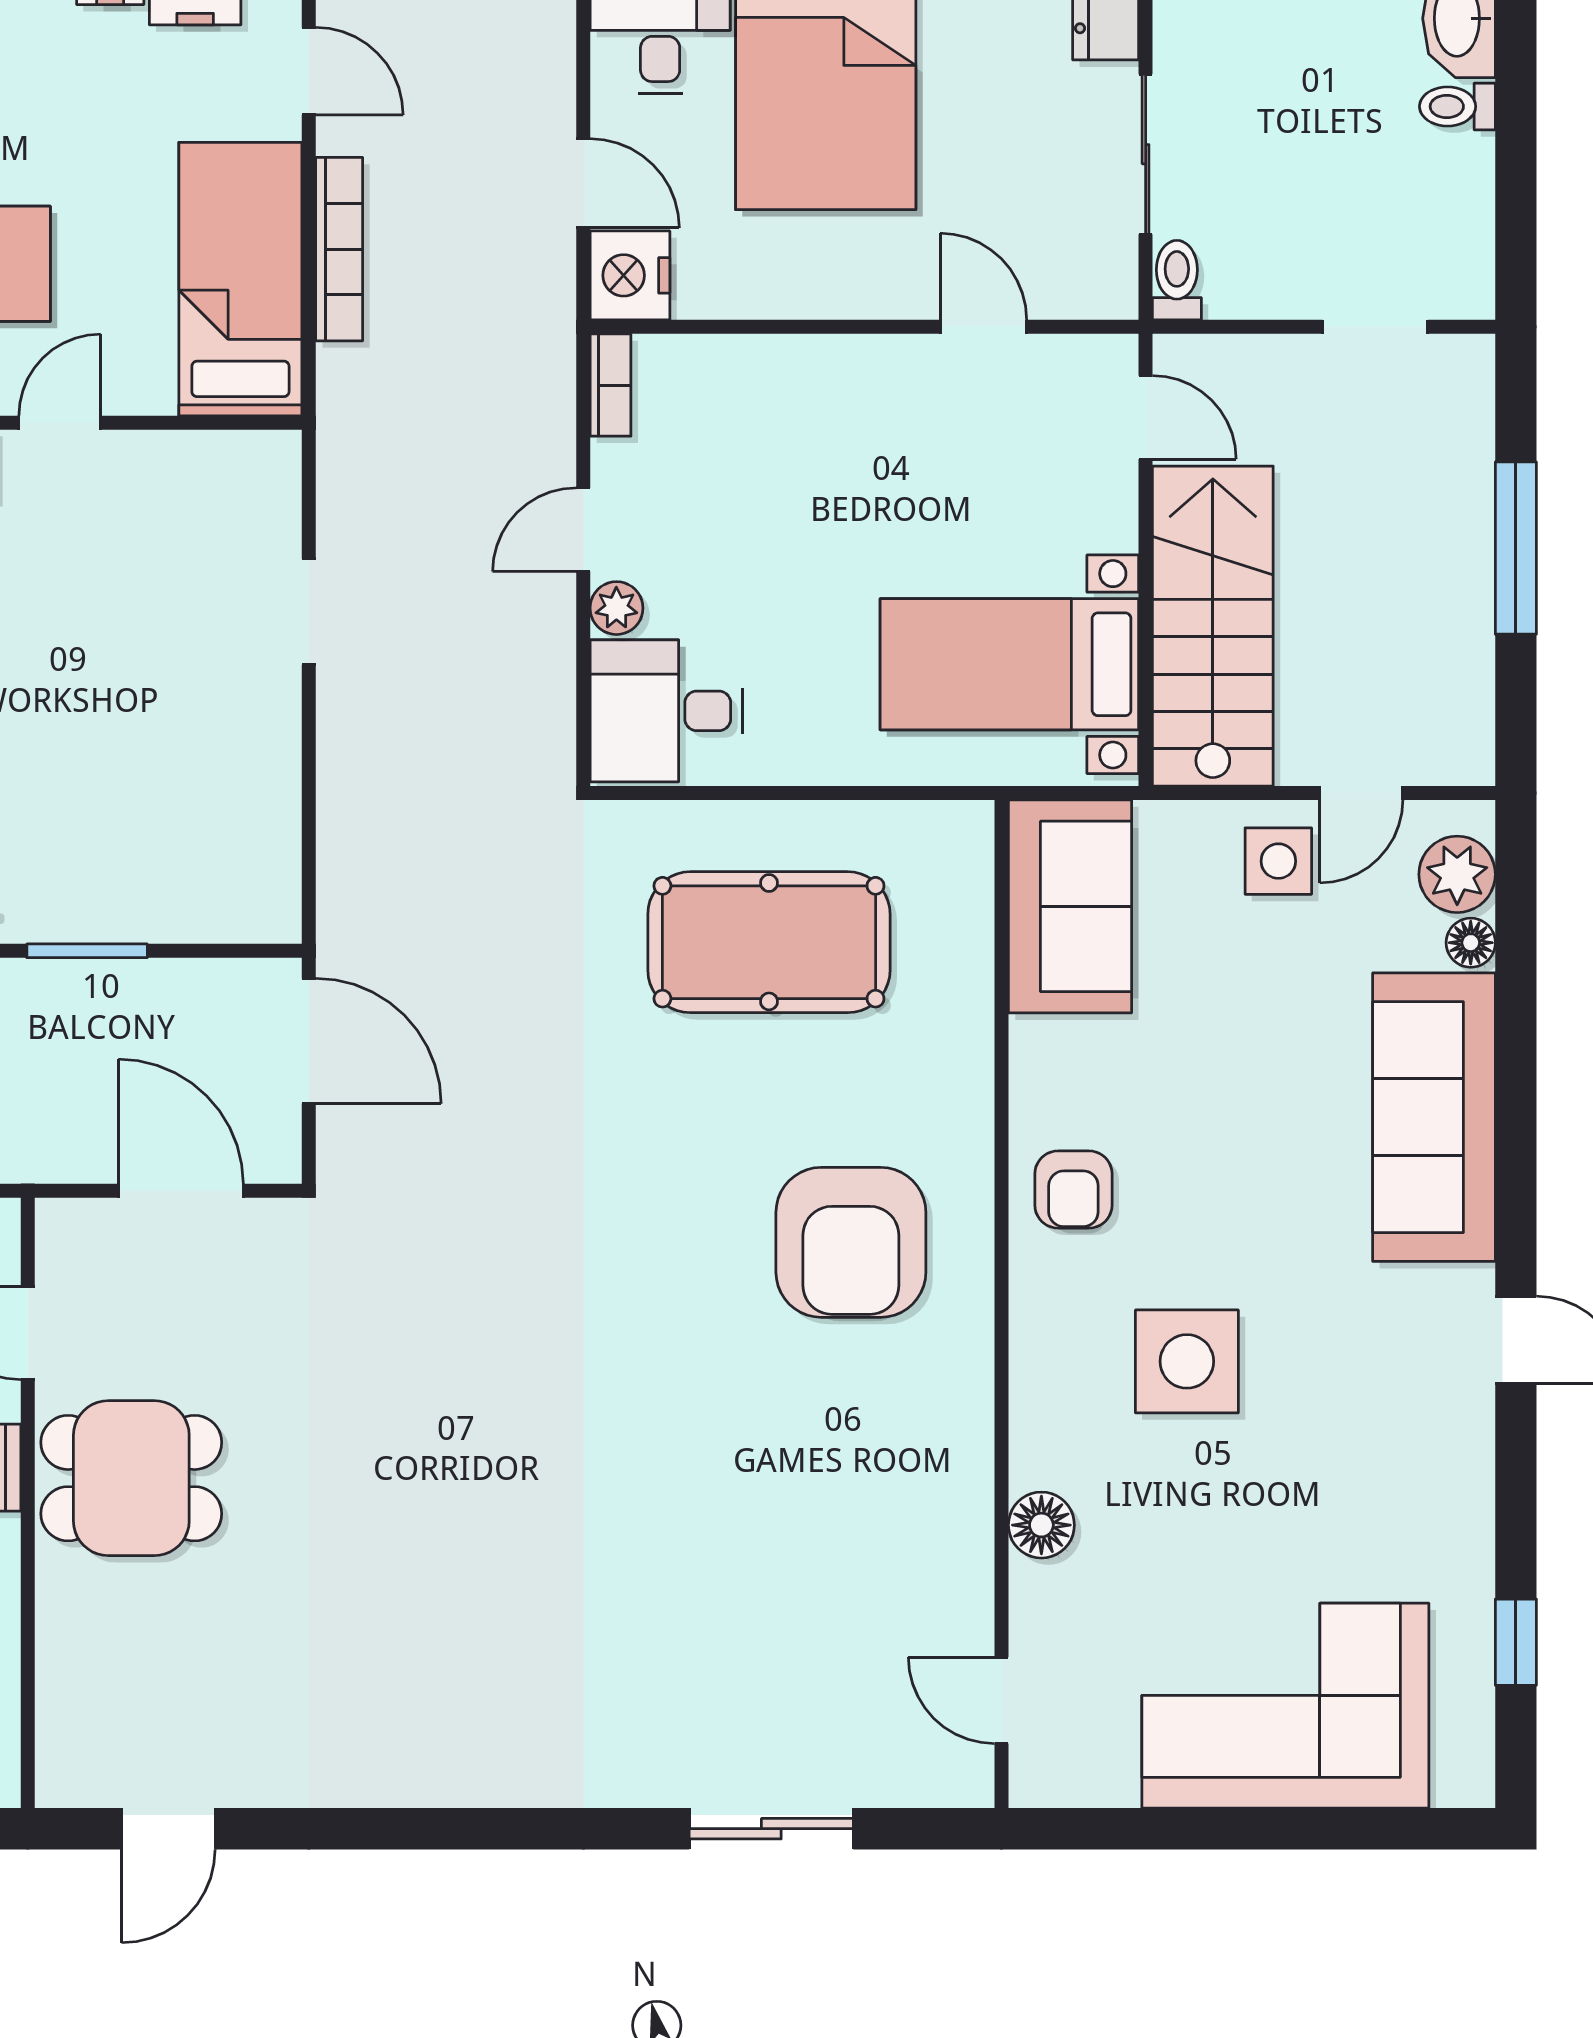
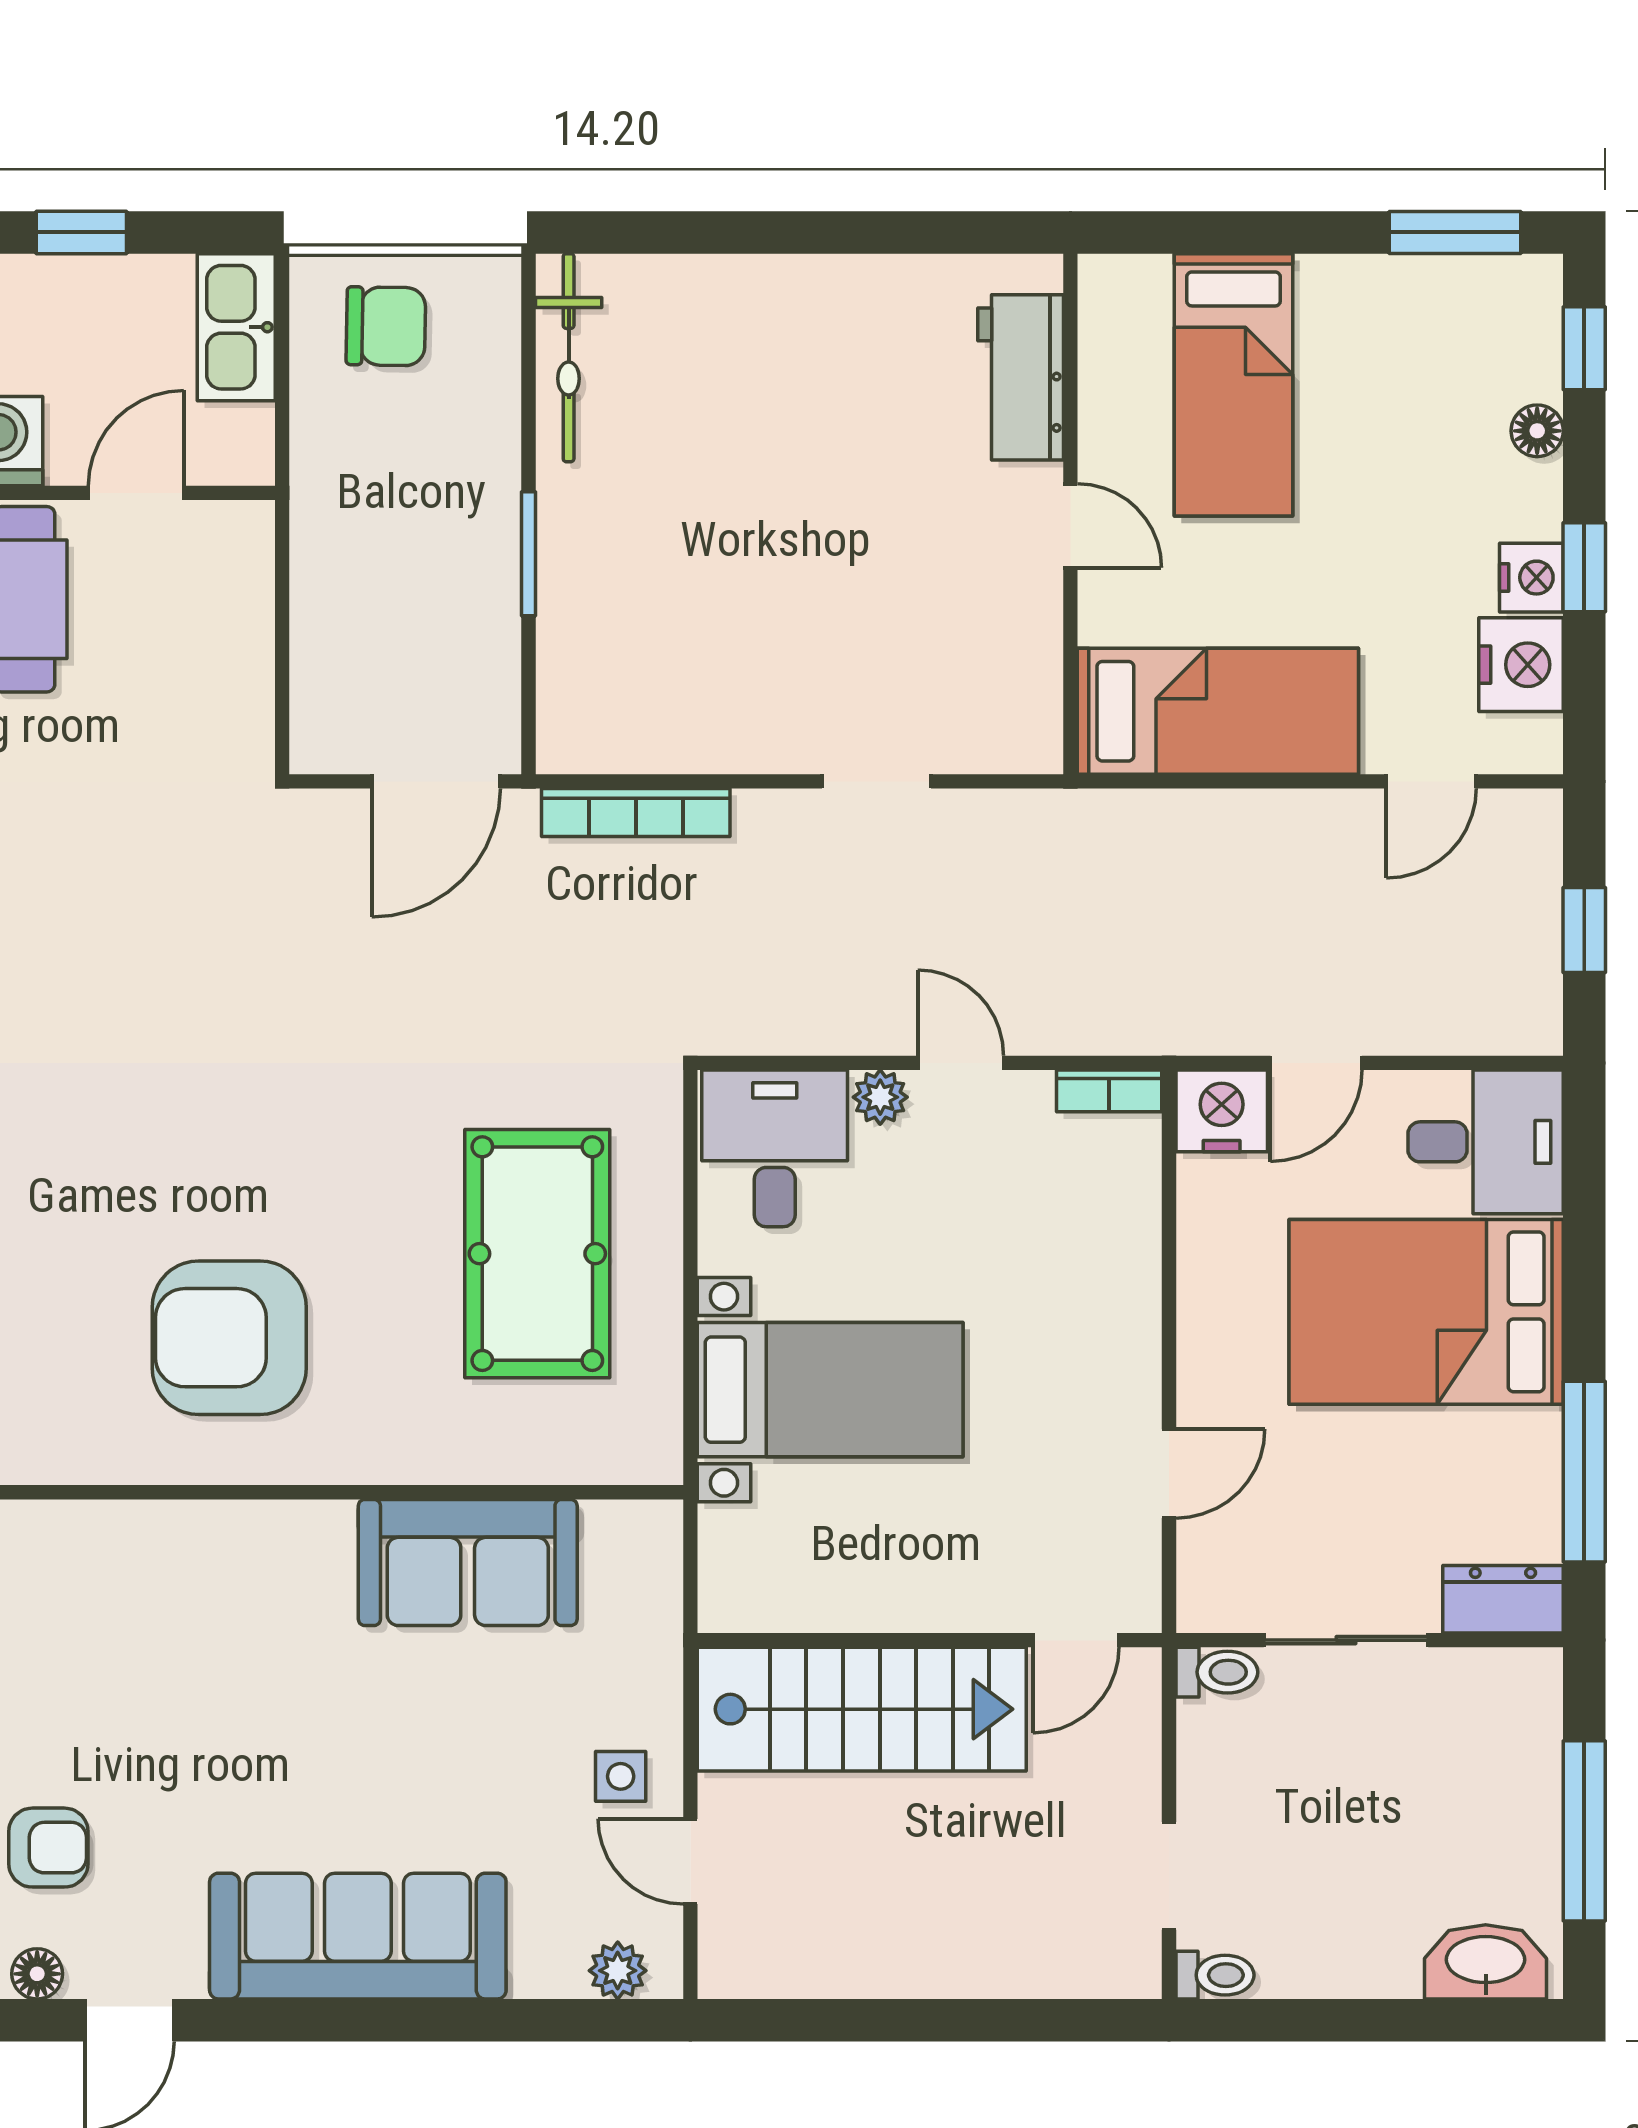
toilet: (1457, 106) -> (1215, 1975), moved, turned 90
bookcase: (339, 249) -> (636, 813), moved
window: (1516, 548) -> (942, 2020), removed
bed with nightstands: (1009, 664) -> (830, 1390), moved, turned 90
side table: (1278, 861) -> (621, 1776), width x0.73, depth x0.73
plant: (1457, 874) -> (618, 1971), width x0.73, depth x0.73
sofa: (1070, 906) -> (468, 1563), moved
floor lamp: (1471, 943) -> (37, 1974), moved
armchair: (1073, 1190) -> (48, 1848), moved, turned 180
door: (181, 1191) -> (282, 650), removed
side table: (1187, 1361) -> (107, 1682), removed

